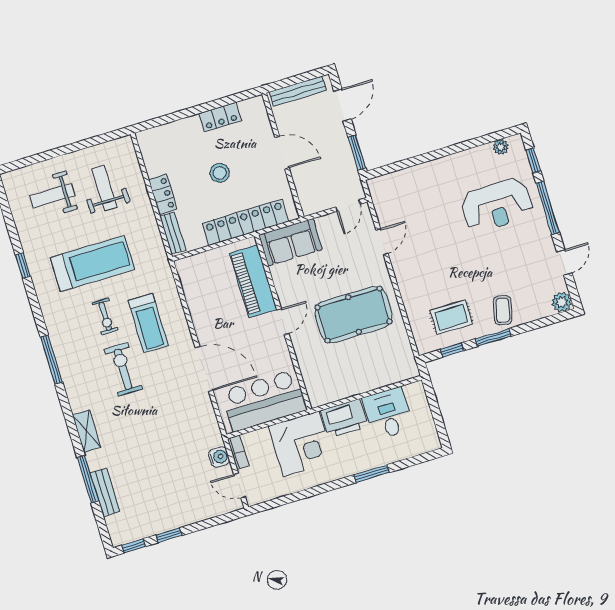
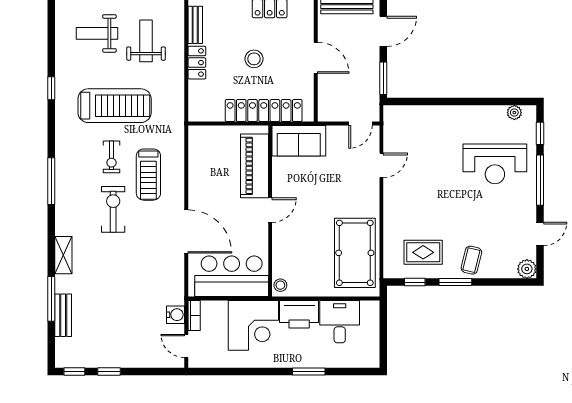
bench: (173, 233) -> (195, 25), moved
pool table: (353, 314) -> (355, 253), moved, turned 90
stool: (316, 395) -> (280, 285), added

